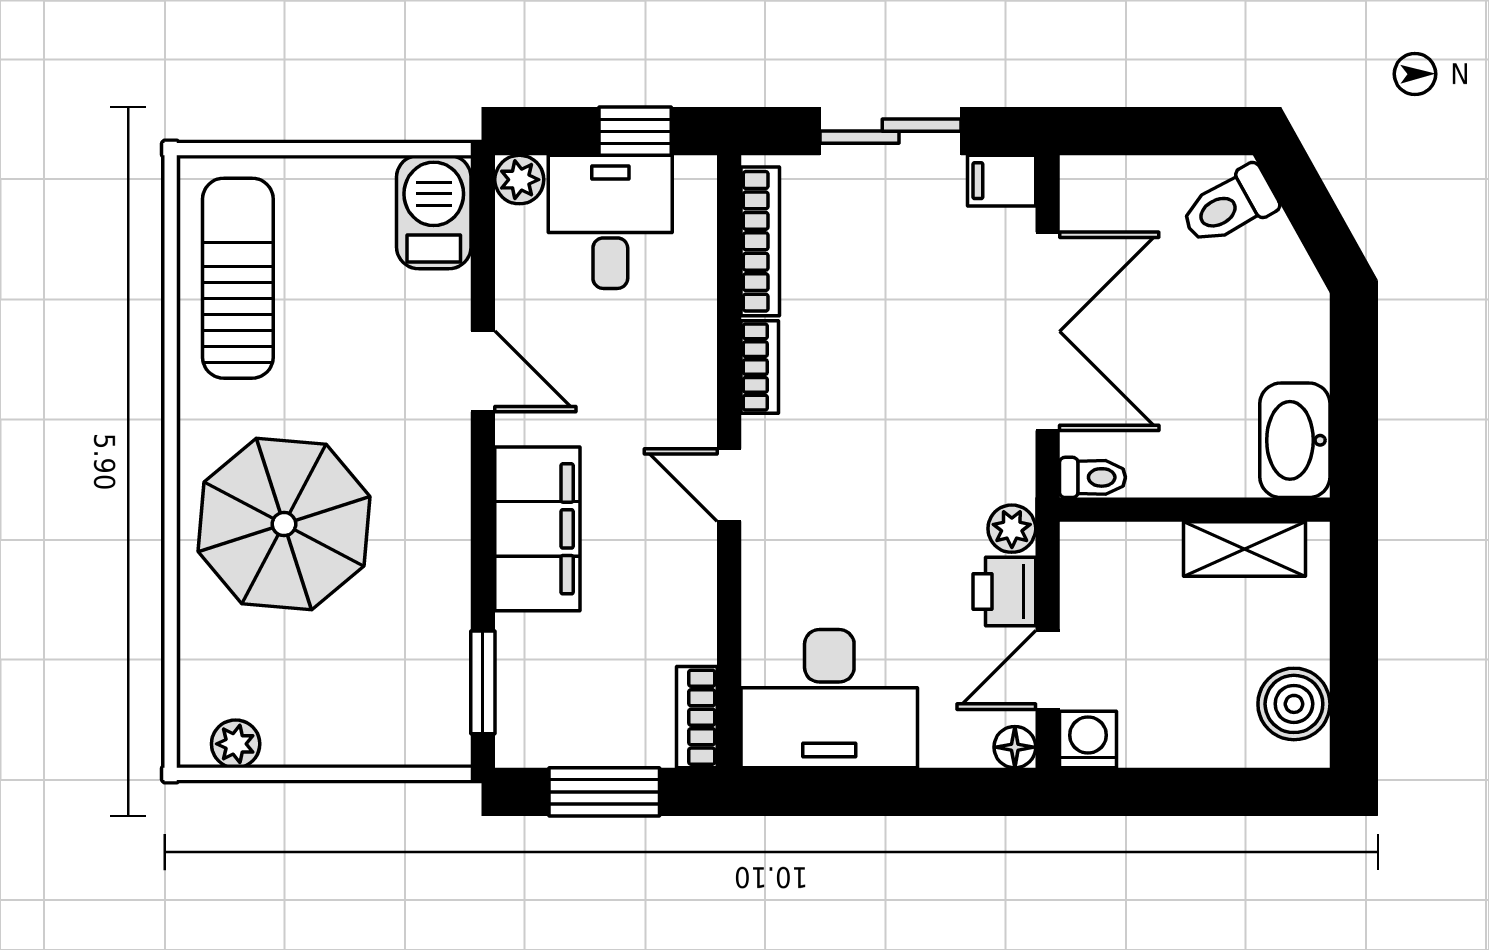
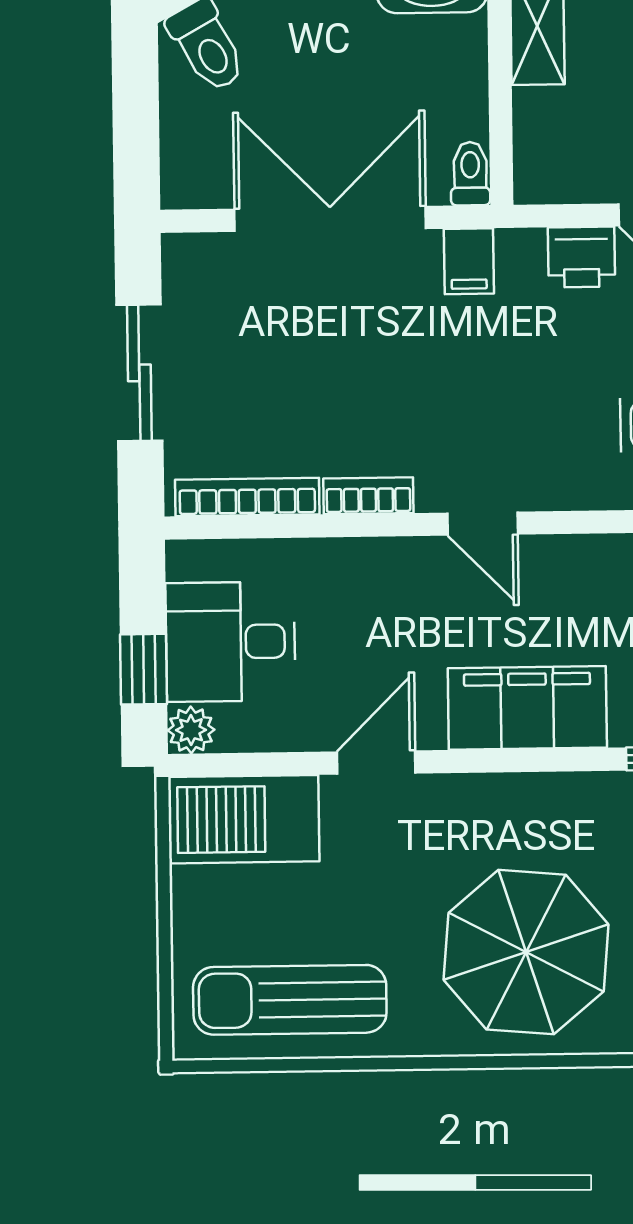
window: (635, 131) -> (143, 669), moved
filing cabinet: (1002, 181) -> (469, 261), moved
barbecue: (434, 212) -> (244, 819), width x1.37, depth x1.21
door: (729, 485) -> (483, 524), hinge flipped
plant: (1012, 529) -> (521, 251), removed

